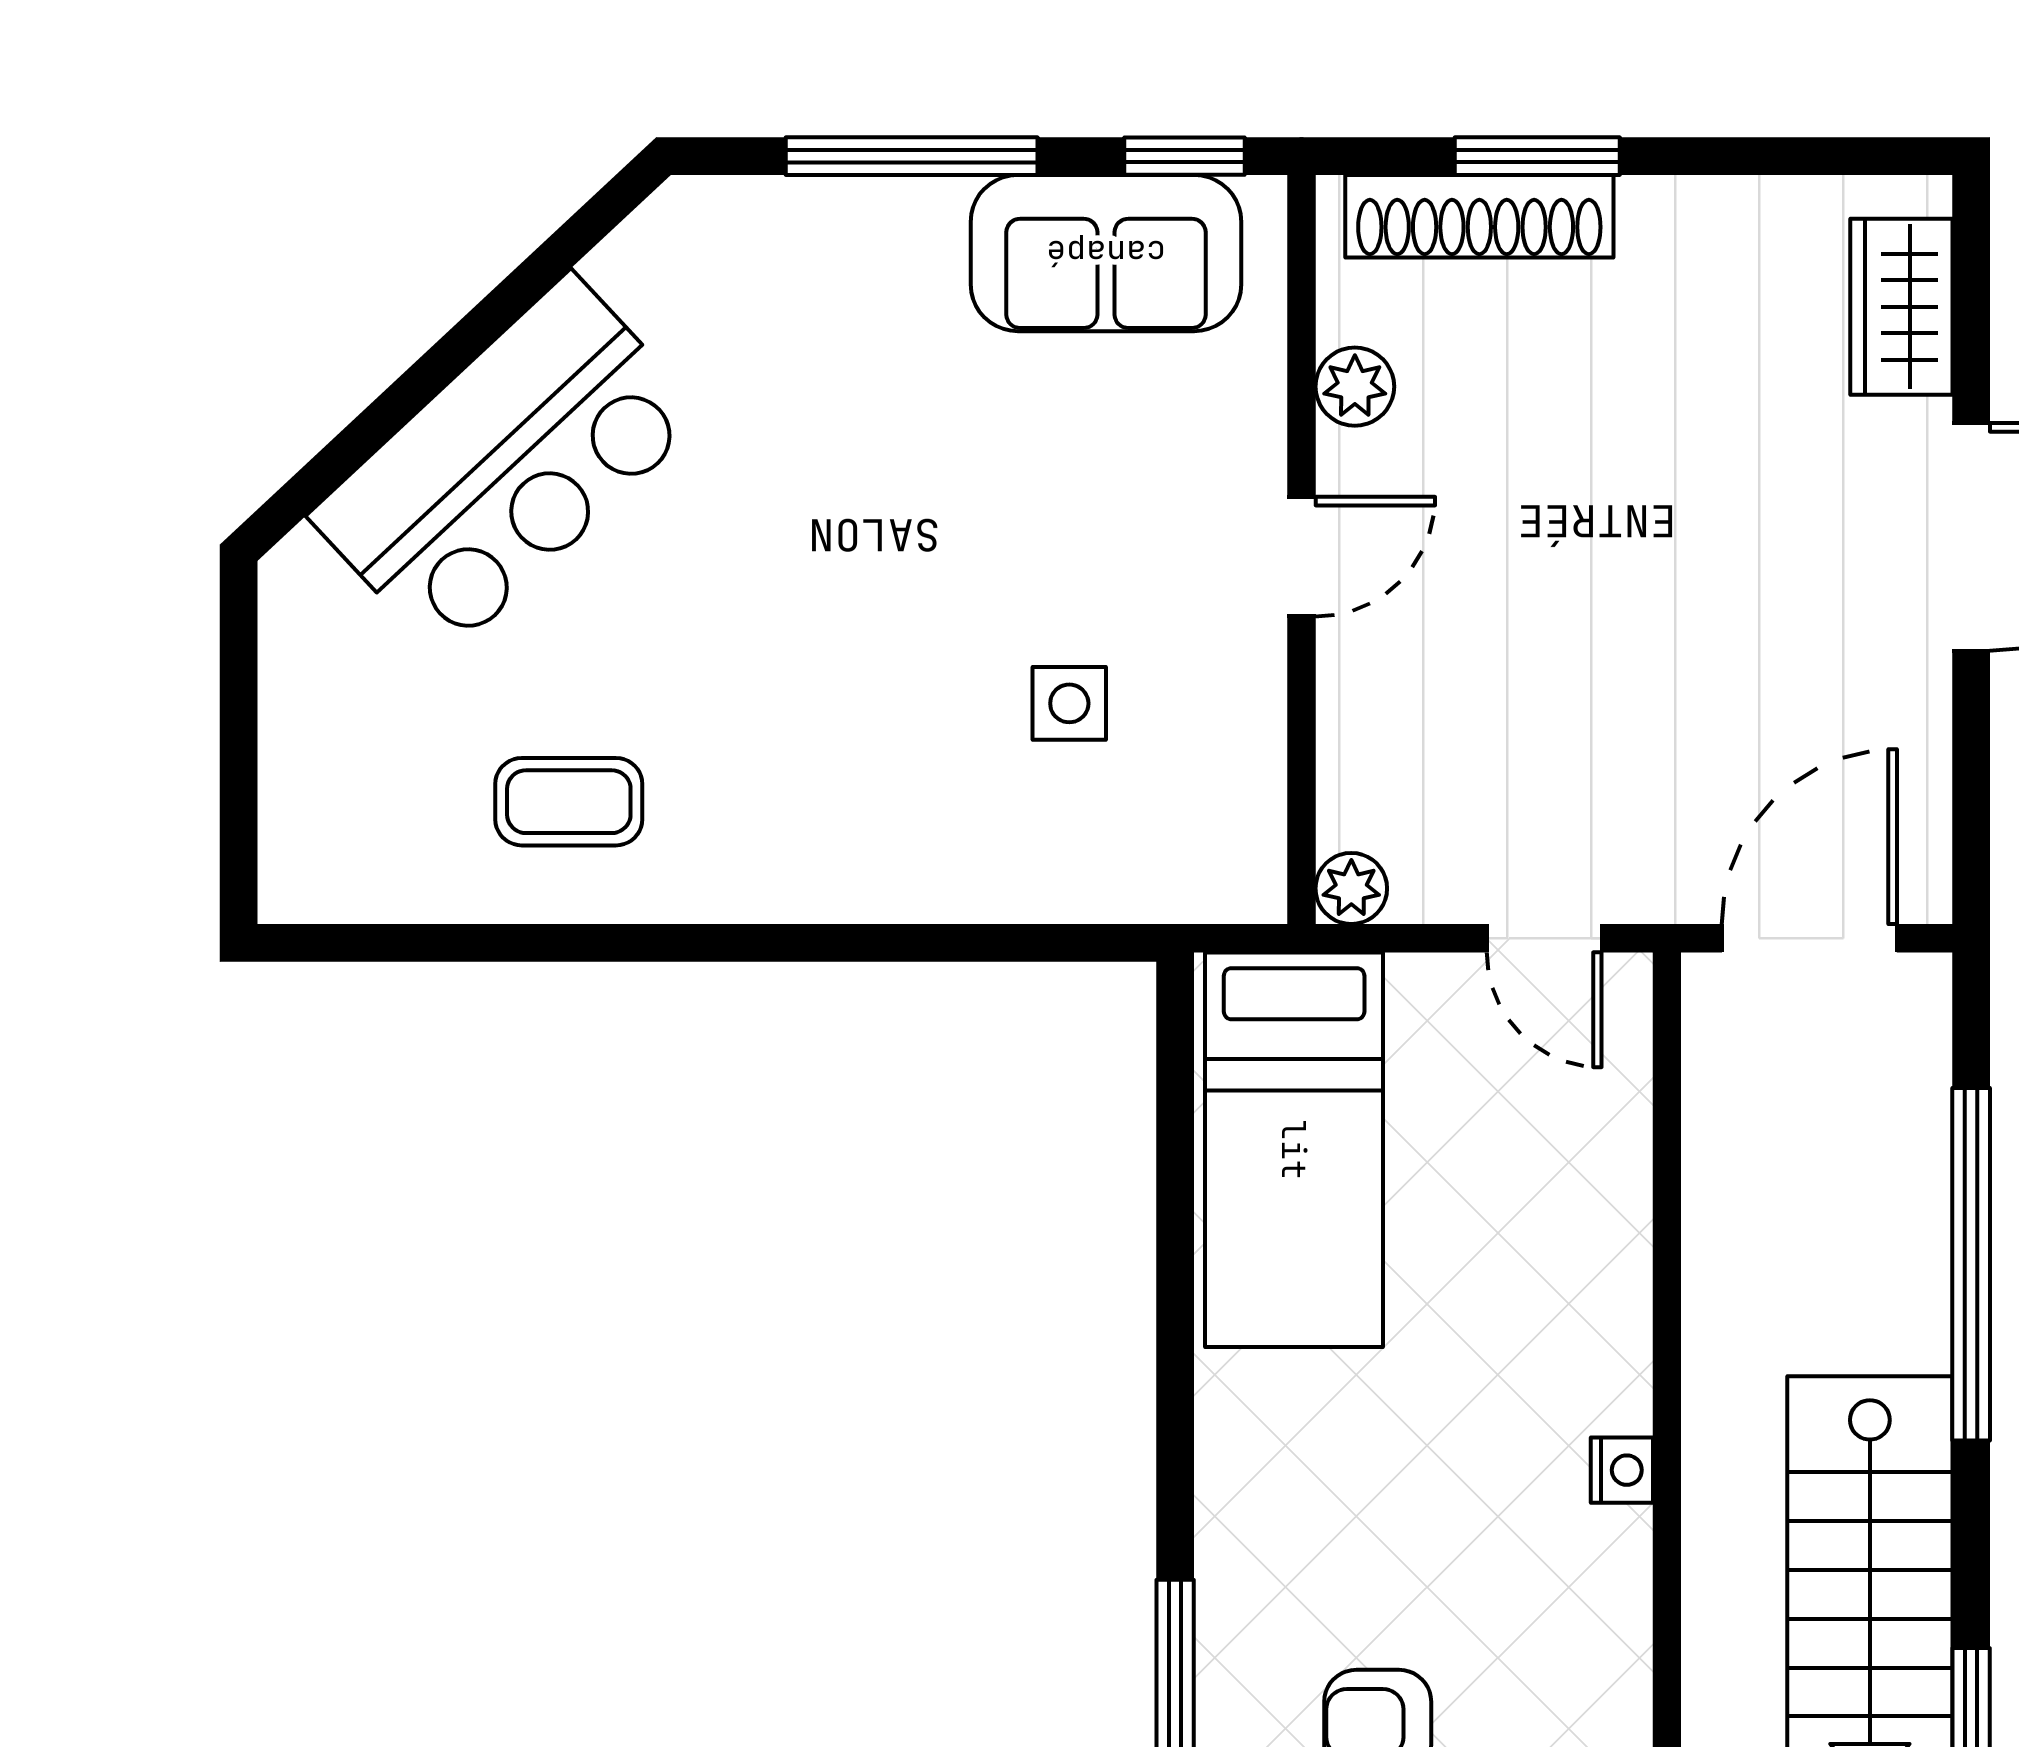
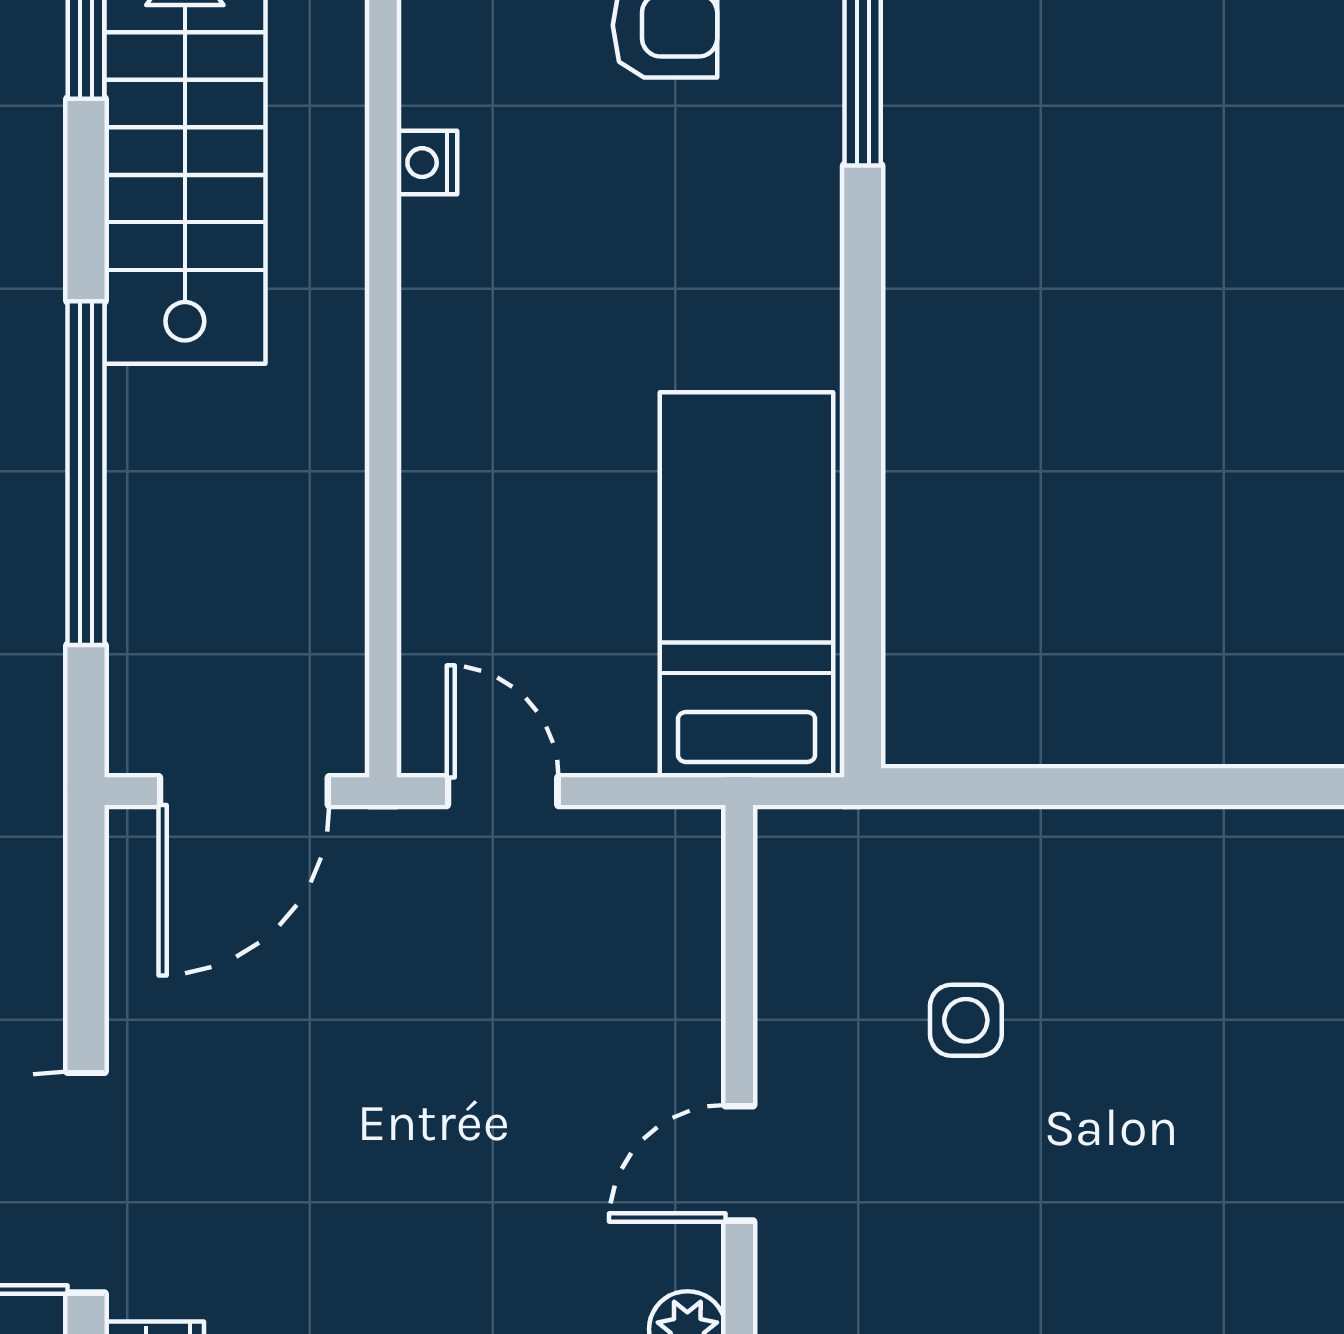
plant: (1351, 888) -> (691, 840), removed
nightstand: (1622, 1470) -> (427, 163), moved

